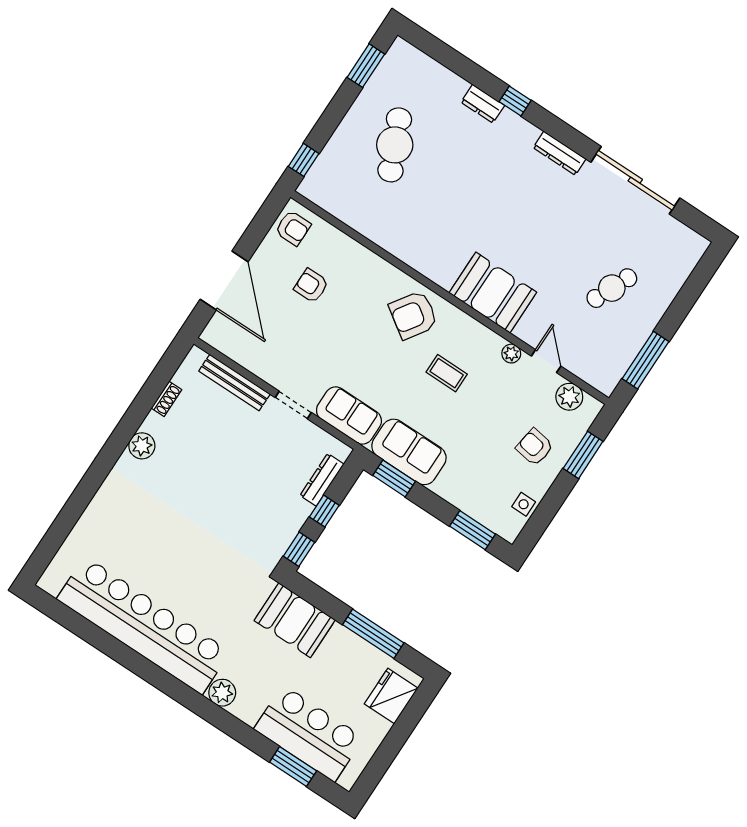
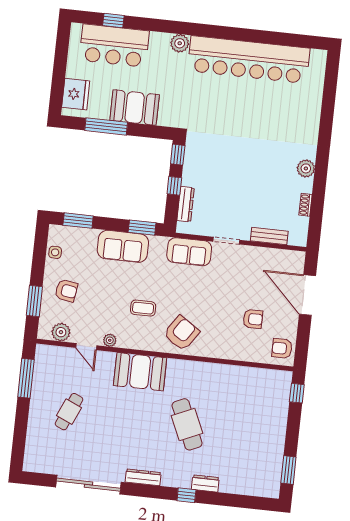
cafe table: (395, 145) -> (187, 424), moved
bench: (234, 383) -> (269, 236), width x0.73
sofa: (409, 452) -> (123, 246), moved
booth: (295, 620) -> (135, 108), moved
window: (293, 767) -> (113, 20), width x0.67

